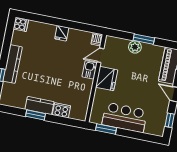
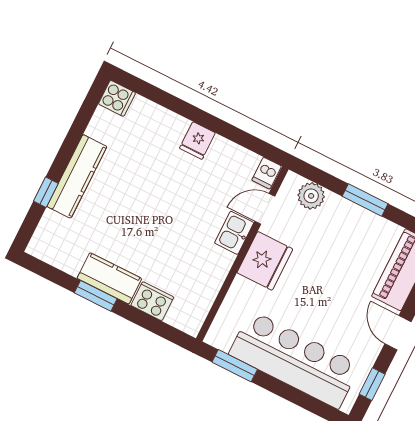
plant: (135, 47) -> (311, 196), moved
bar counter: (125, 117) -> (295, 360), width x1.36

